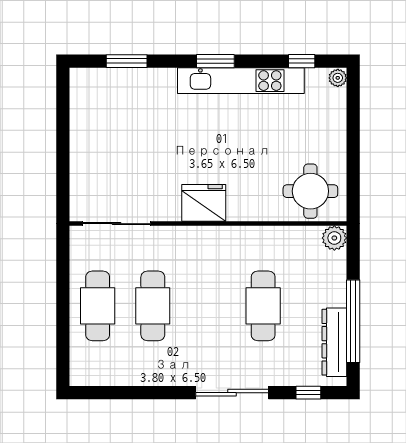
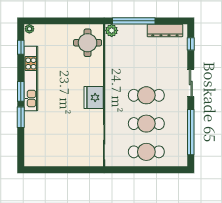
window: (127, 61) -> (21, 117), moved
cafe table: (263, 306) -> (146, 95), moved
window: (353, 321) -> (134, 21), moved
window: (136, 393) -> (191, 132), added
sliding door: (232, 393) -> (191, 83), width x0.73

